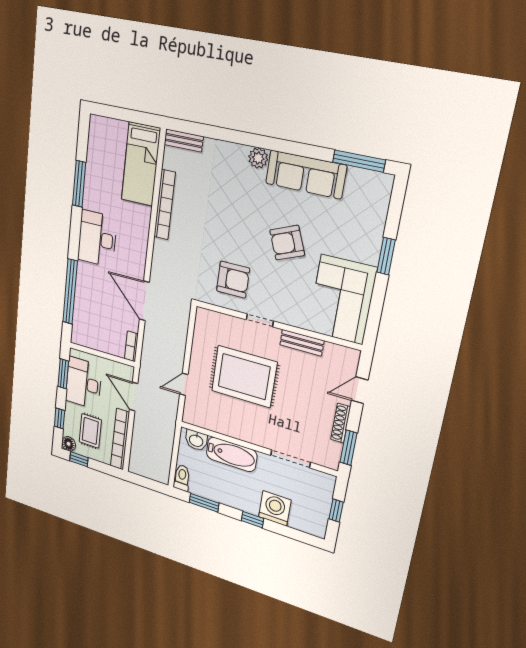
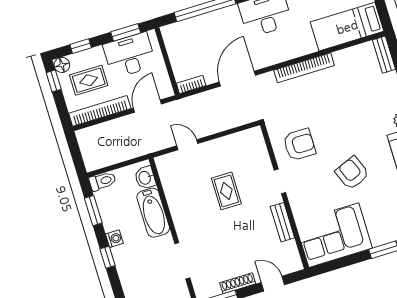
bookcase: (165, 205) -> (304, 68), moved
armchair: (233, 280) -> (299, 145), turned -90
rug: (244, 377) -> (226, 191), width x0.54, depth x0.49
washing machine: (275, 508) -> (114, 239), moved, width x0.53, depth x0.53

